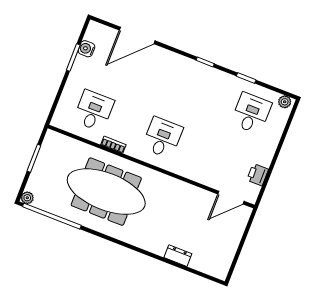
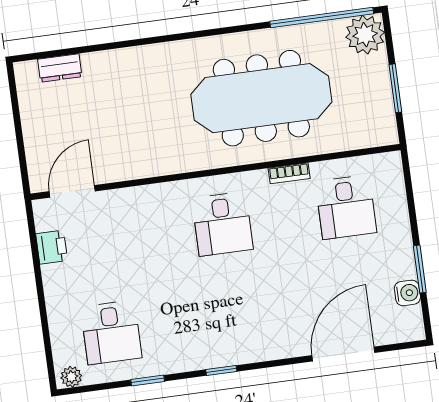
plant: (27, 198) -> (365, 35), width x1.87, depth x1.87
dresser: (178, 256) -> (60, 68), moved

